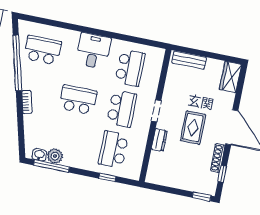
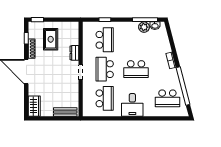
school desk: (130, 68) -> (105, 98), turned 180
rug: (193, 128) -> (51, 39), moved

